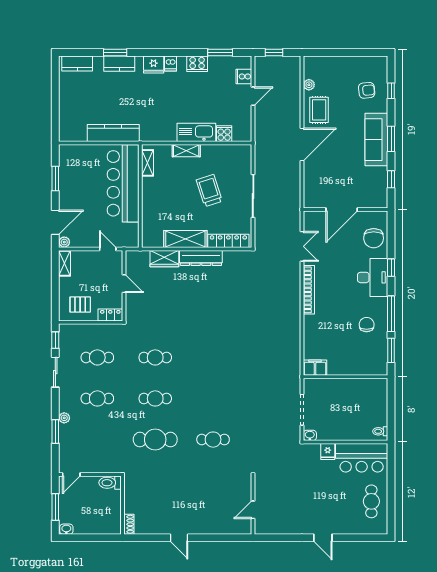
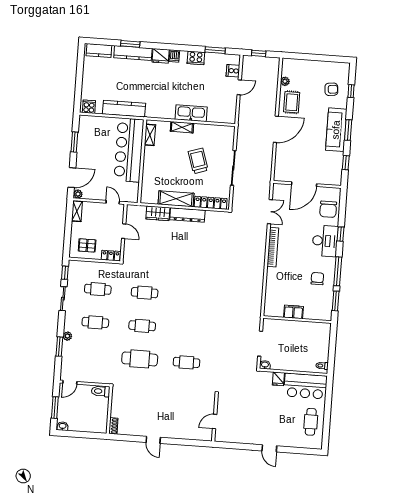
kitchen counter: (119, 64) -> (133, 53), width x1.50
cooker: (224, 134) -> (89, 107), moved
filing cabinet: (315, 368) -> (293, 312), moved

